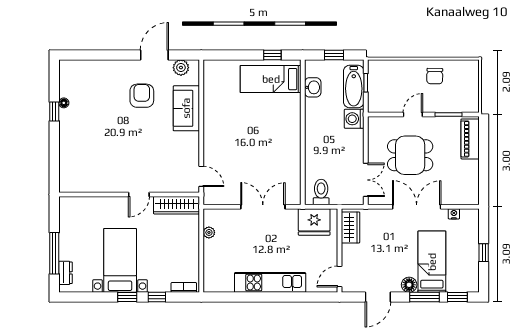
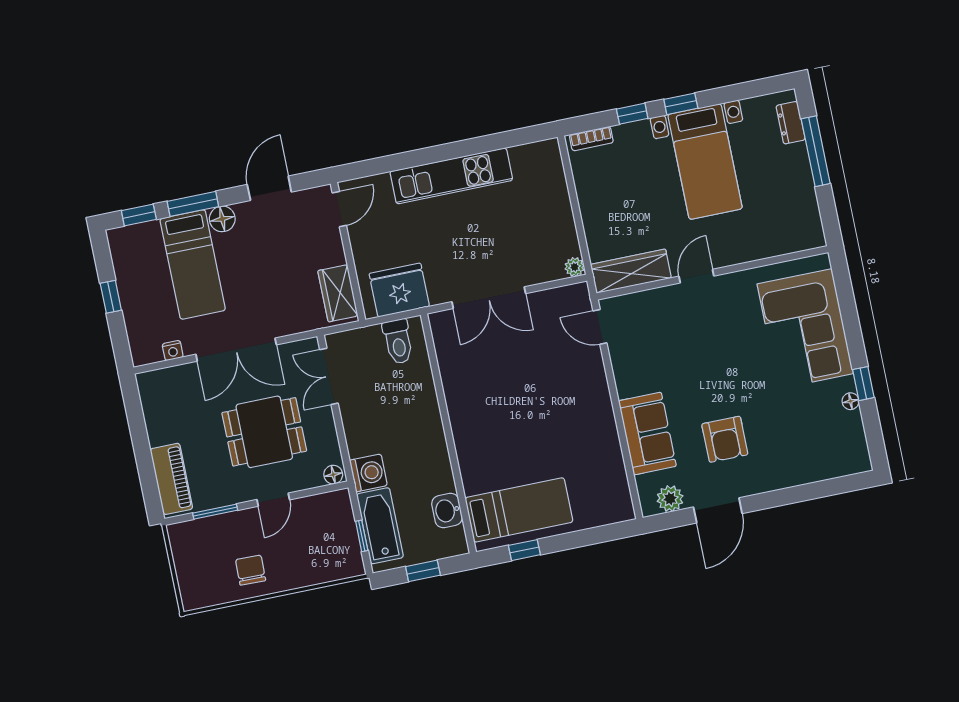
floor lamp: (375, 122) -> (333, 475), added
corner sofa: (82, 151) -> (805, 329), added
plant: (209, 232) -> (575, 267), moved

